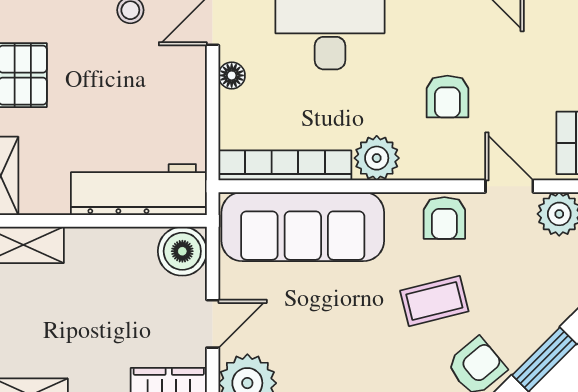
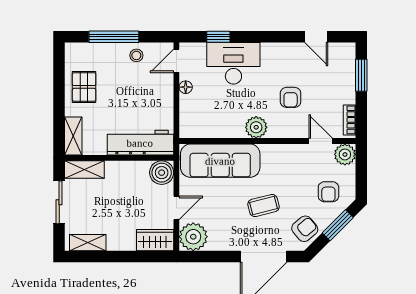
bookcase: (285, 165) -> (211, 131), removed
armchair: (444, 218) -> (328, 192), moved
coffee table: (434, 301) -> (263, 206), moved

